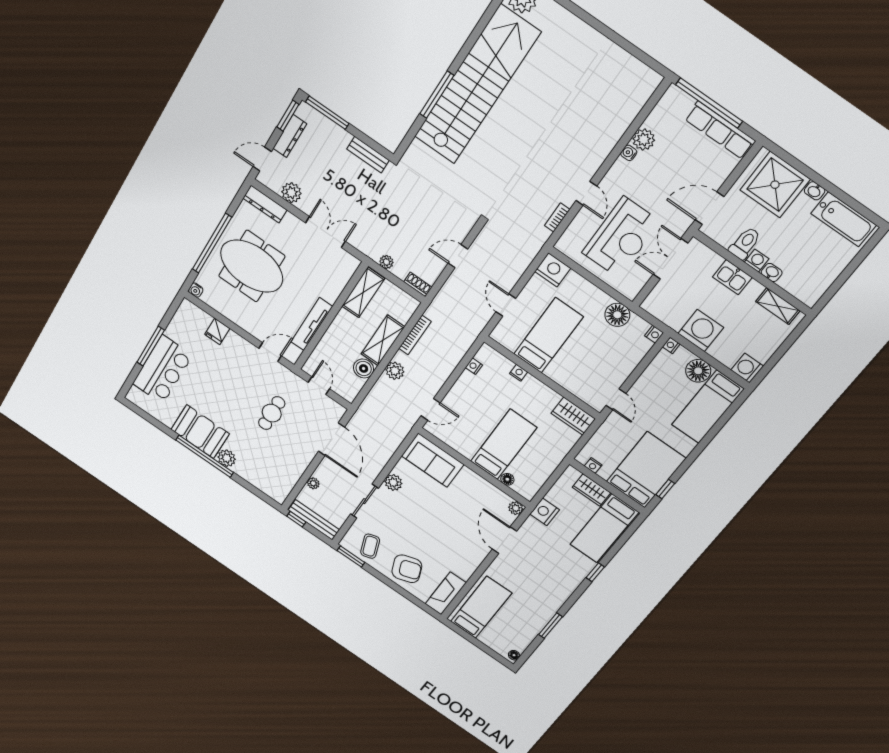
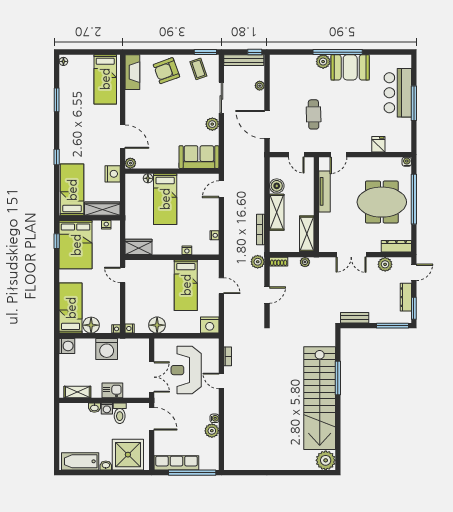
door: (709, 208) -> (152, 419), hinge flipped
plant: (395, 371) -> (258, 262), moved
wardrobe: (591, 490) -> (102, 209), width x1.50

